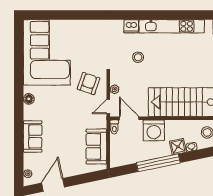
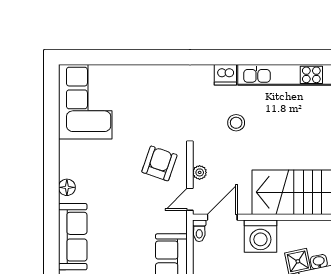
corner sofa: (47, 52) -> (85, 102), width x0.73, depth x0.74
door: (129, 118) -> (222, 217), hinge flipped
sofa: (33, 136) -> (73, 237), width x1.36

